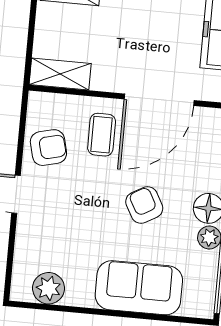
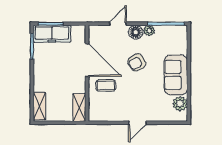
armchair: (48, 148) -> (114, 110), removed
sofa: (139, 288) -> (176, 75), moved

